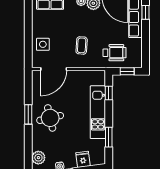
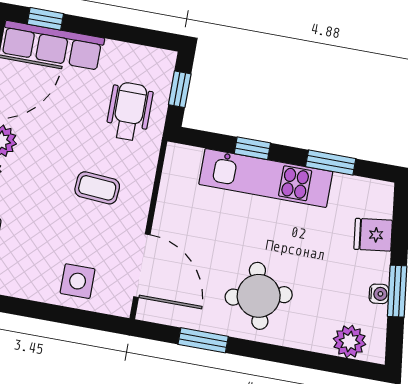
window: (109, 93) -> (252, 148), moved
window: (28, 114) -> (203, 340), moved

